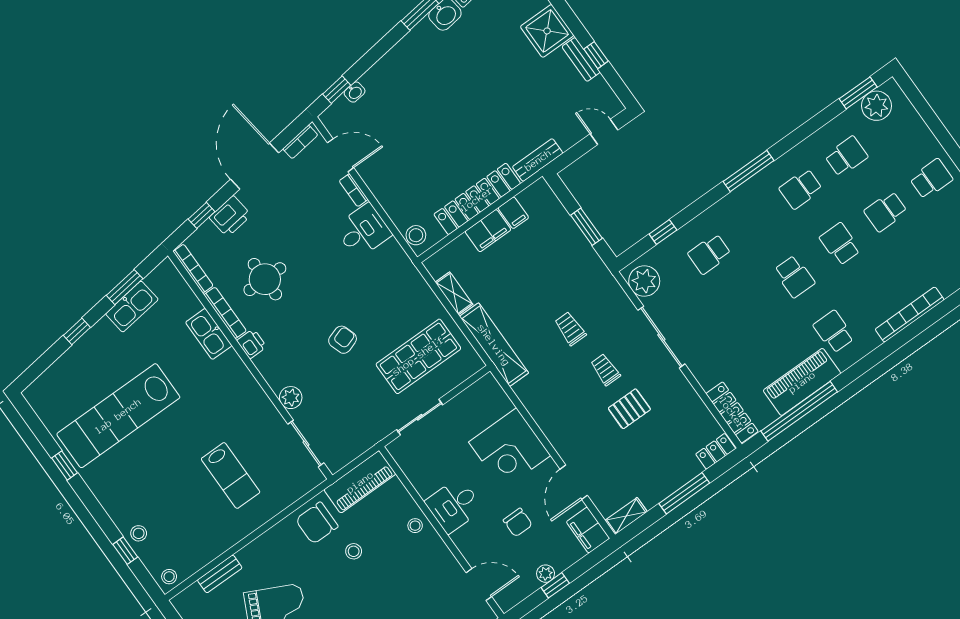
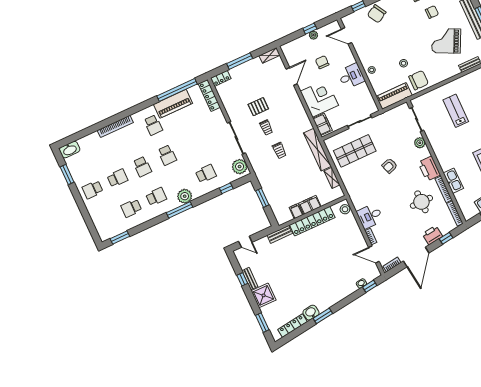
plant: (876, 106) -> (185, 196), moved
school desk: (794, 277) -> (167, 155), turned 180
printer: (252, 344) -> (429, 169), width x1.87, depth x1.48
filing cabinet: (588, 530) -> (322, 124), moved

